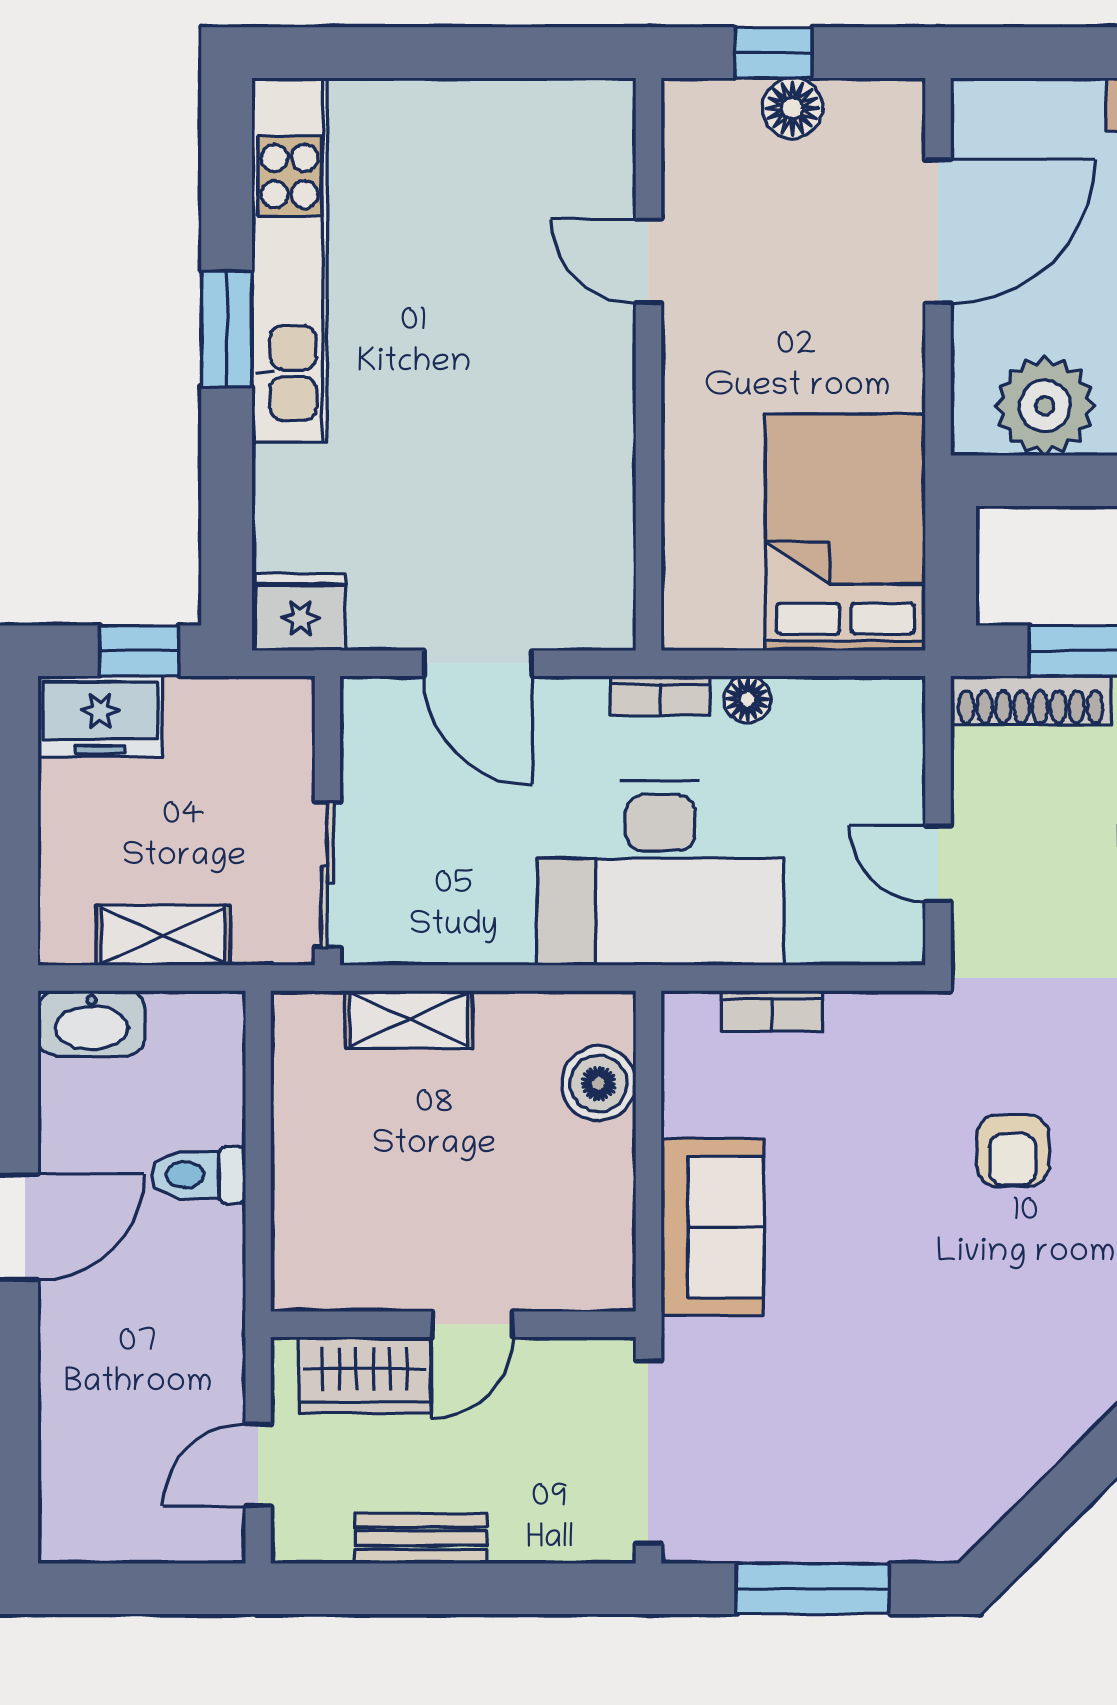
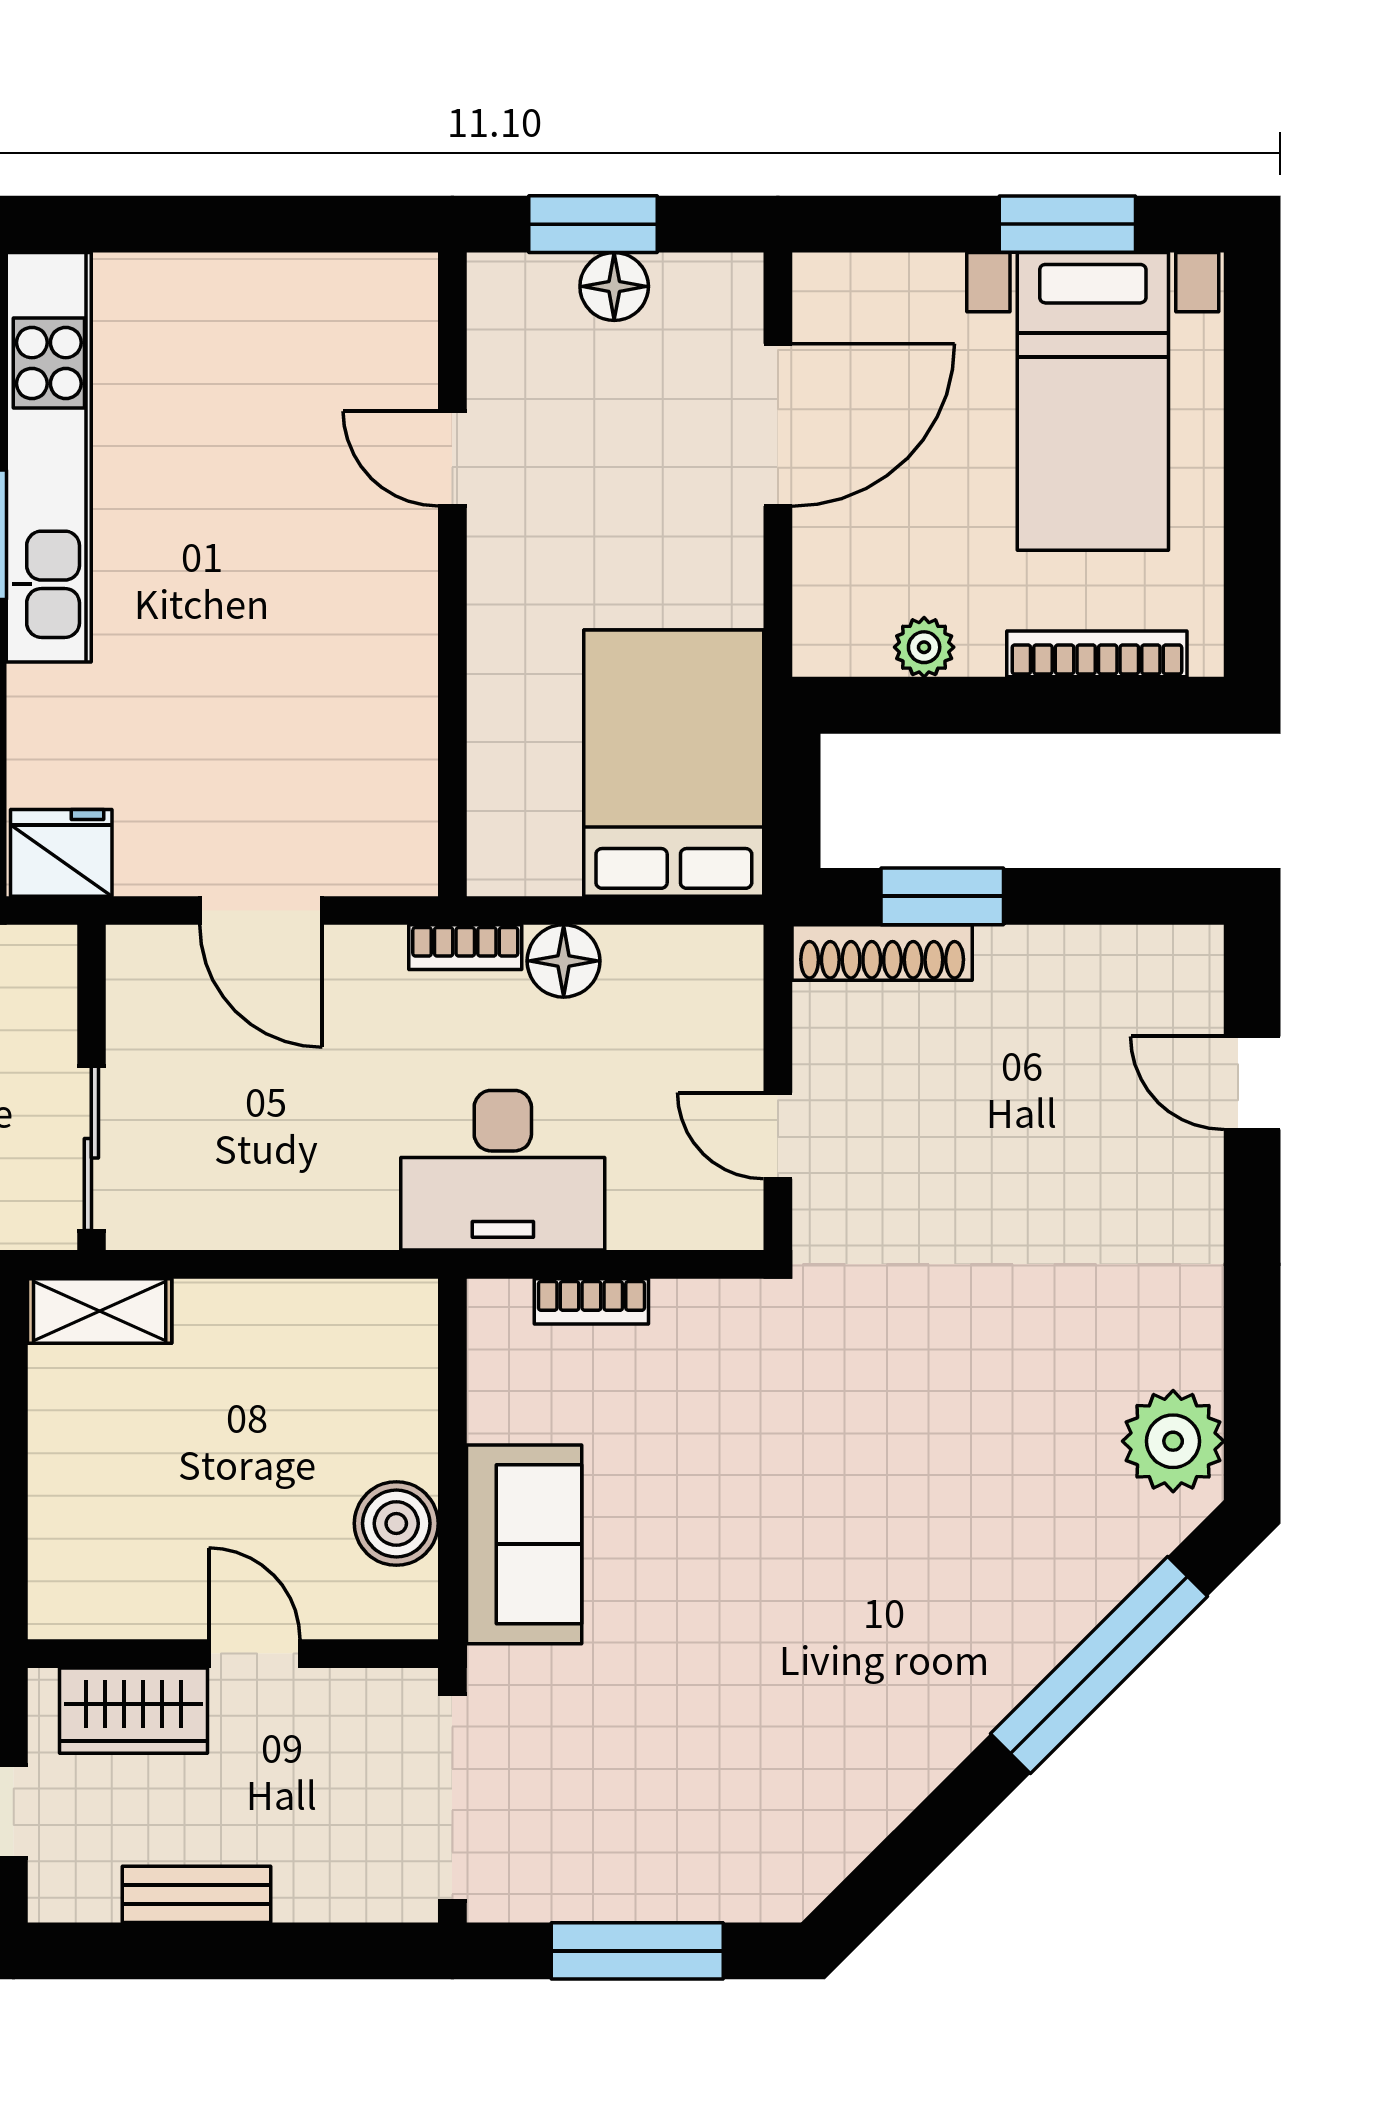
window: (774, 53) -> (593, 224), width x1.50
plant: (1045, 406) -> (924, 647), width x0.53, depth x0.53
floor lamp: (747, 699) -> (564, 961), width x1.37, depth x1.37
desk: (660, 873) -> (503, 1170), width x0.73, depth x0.77
shelving: (409, 1019) -> (100, 1311), moved
boiler: (599, 1083) -> (396, 1523), moved
armchair: (1013, 1151) -> (862, 1458), removed
door: (472, 1324) -> (254, 1654), swing flipped

